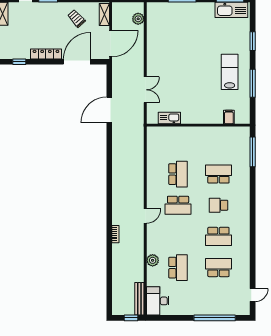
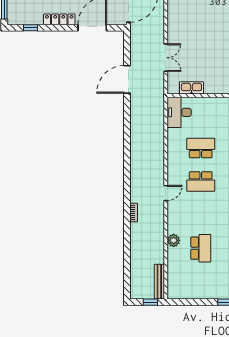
school desk: (178, 174) -> (201, 148), turned -90
desk: (158, 301) -> (179, 112), moved

